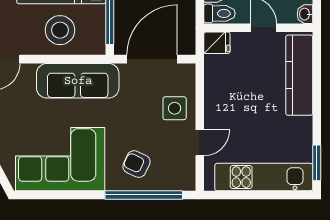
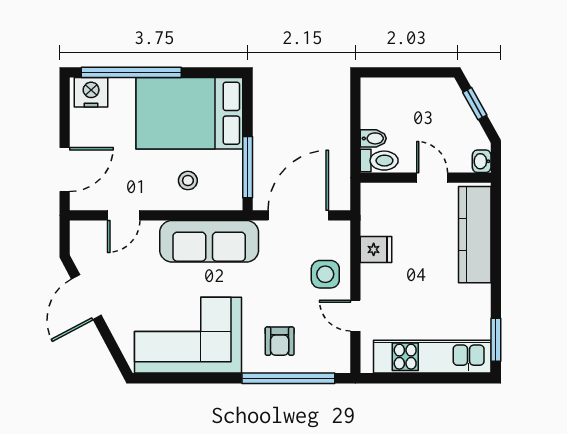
stool: (60, 30) -> (188, 181), width x0.53, depth x0.53
fridge: (217, 43) -> (376, 249), moved
door: (200, 143) -> (355, 316), swing flipped
armchair: (136, 164) -> (280, 341), turned -115

